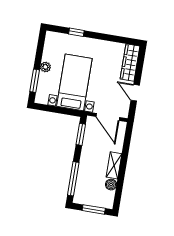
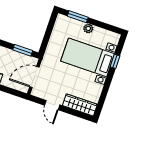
bed with nightstands: (74, 82) -> (88, 57), moved, turned 180
door: (135, 93) -> (52, 105), swing flipped

